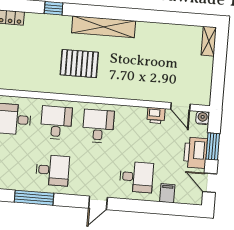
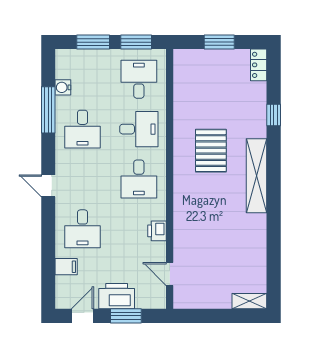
door: (180, 107) -> (170, 274), hinge flipped
printer: (156, 115) -> (157, 231), moved
water cooler: (203, 118) -> (63, 87), moved, turned 180
desk: (98, 126) -> (139, 179), turned 90

